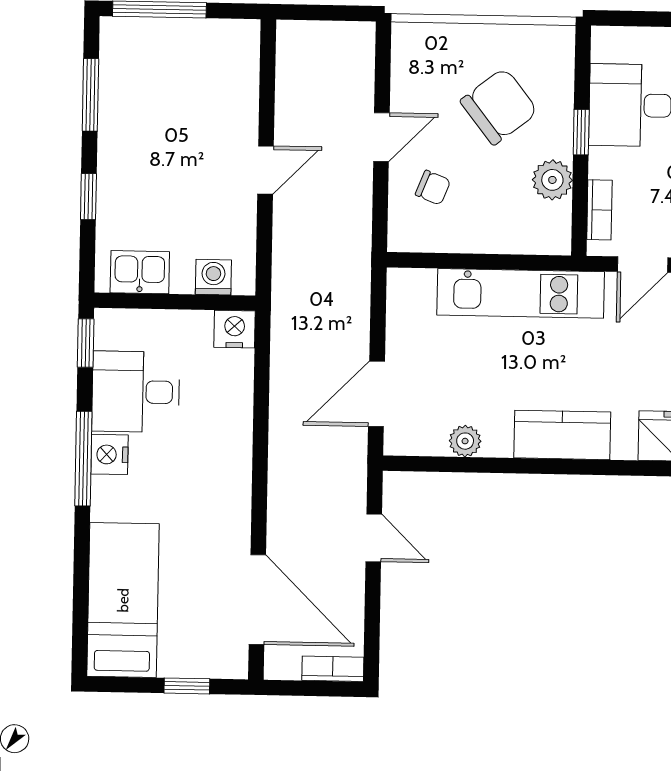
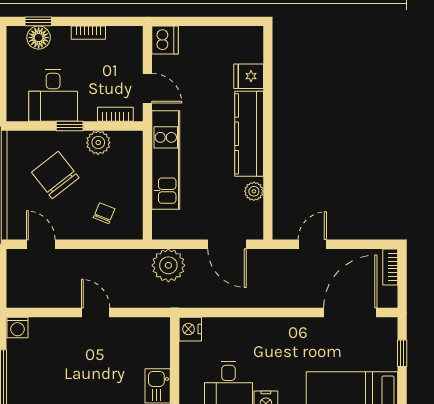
door: (381, 137) -> (41, 244), moved
washing machine: (213, 277) -> (17, 327), moved, turned -90
plant: (343, 294) -> (168, 265), added
kitchen counter: (562, 435) -> (249, 134), width x1.50

